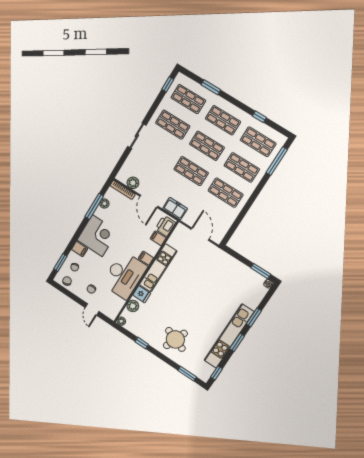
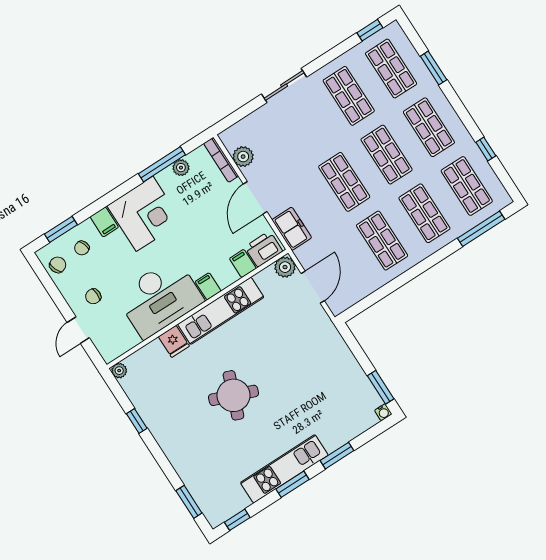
plant: (133, 306) -> (285, 267), moved
kitchen unit: (229, 336) -> (284, 469), width x0.73
round table: (175, 339) -> (233, 395), moved

